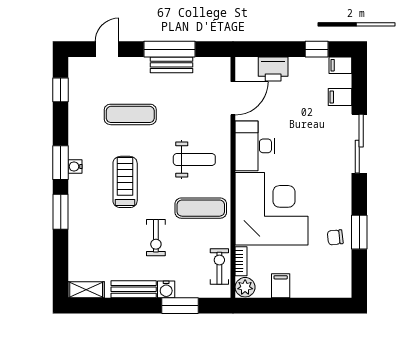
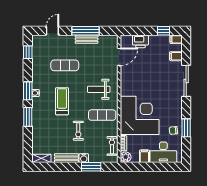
desk: (255, 146) -> (163, 152), moved, turned -90
weight bench: (194, 160) -> (99, 89), turned 180

